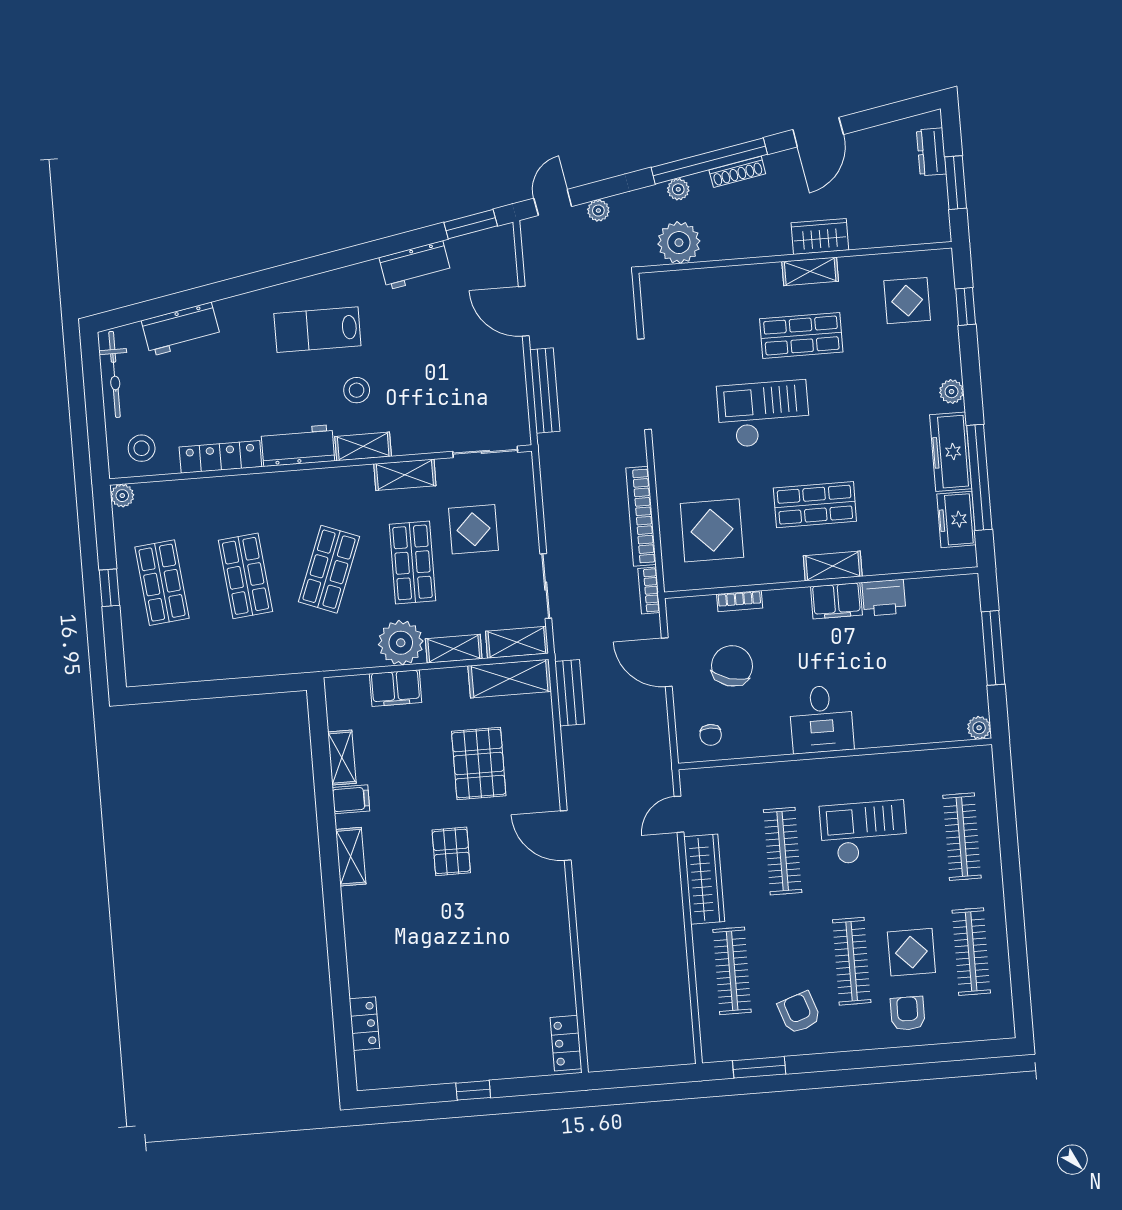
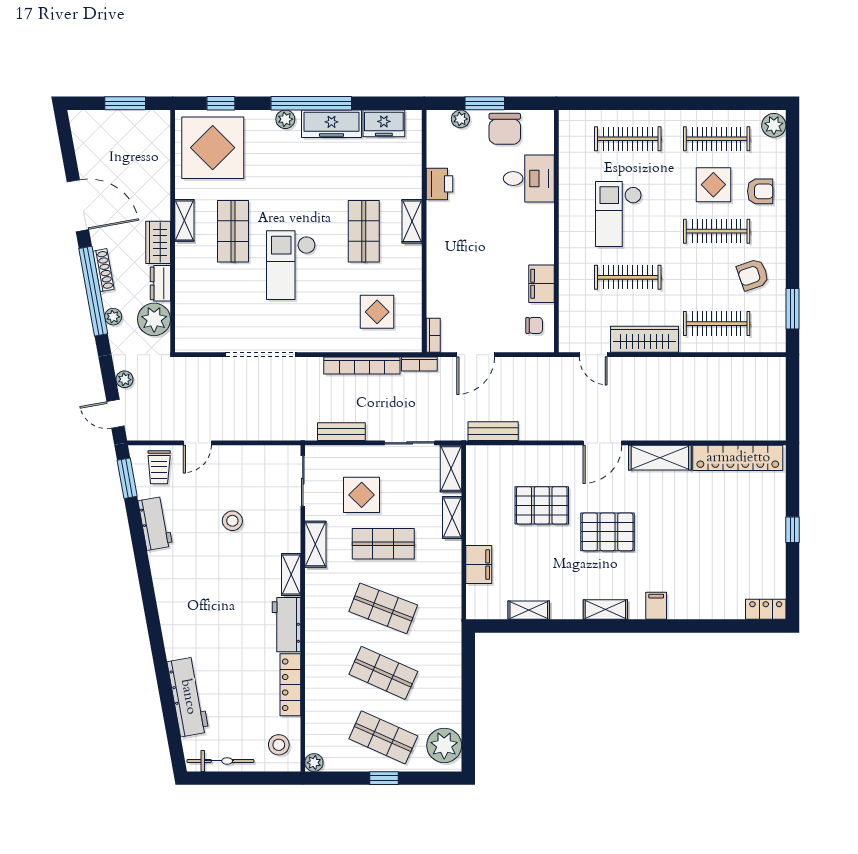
door: (818, 132) -> (78, 206), width x1.36
dresser: (931, 152) -> (160, 283), moved, turned 90
wardrobe: (820, 236) -> (158, 242), moved
trolley: (488, 264) -> (159, 467), added
display table: (907, 301) -> (213, 148), width x1.86, depth x1.86
door: (524, 311) -> (197, 443), width x0.73
workbench: (181, 329) -> (188, 697), width x1.37
lab bench: (317, 330) -> (199, 602), removed
stool: (357, 390) -> (232, 521), moved
bench: (545, 390) -> (341, 432), moved, width x0.73
window: (979, 477) -> (311, 103), moved
display table: (712, 530) -> (377, 312), width x0.73, depth x0.73
shop shelf: (246, 576) -> (383, 673), turned 30
shop shelf: (162, 583) -> (383, 737), turned 30
bookcase: (740, 601) -> (433, 335), moved
filing cabinet: (836, 601) -> (542, 284), moved, turned 180
plant: (401, 643) -> (444, 745), moved
window: (993, 648) -> (485, 103), width x0.69
chair: (732, 666) -> (505, 129), moved, turned -106
shelving: (510, 679) -> (660, 458), moved, turned 90
desk: (821, 719) -> (529, 178), moved
plant: (979, 728) -> (460, 119), moved
filing cabinet: (351, 799) -> (656, 606), moved
pallet: (451, 851) -> (608, 532), width x1.50, depth x1.42
armchair: (908, 1013) -> (760, 191), turned 180
locker: (364, 1024) -> (766, 609), moved
plant: (995, 1024) -> (774, 125), added
locker: (566, 1043) -> (738, 458), width x2.16, depth x1.21

